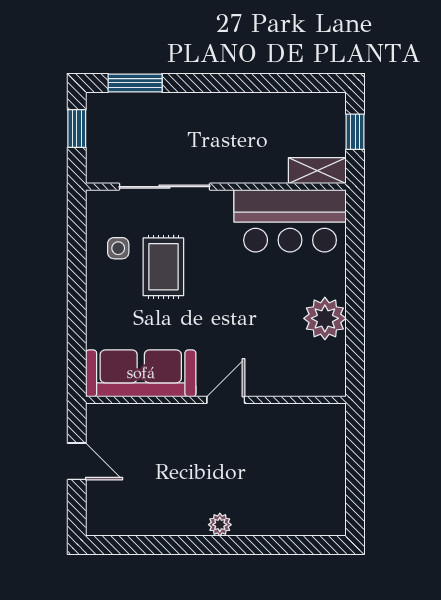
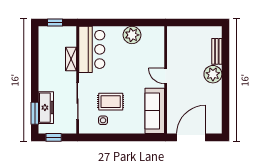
freezer: (149, 110) -> (46, 108), added
shelving: (317, 171) -> (71, 59), moved
door: (77, 461) -> (191, 137), width x1.88
bench: (285, 524) -> (217, 51), added
plant: (220, 525) -> (213, 74), width x1.88, depth x1.88

